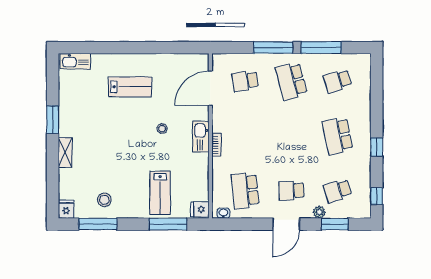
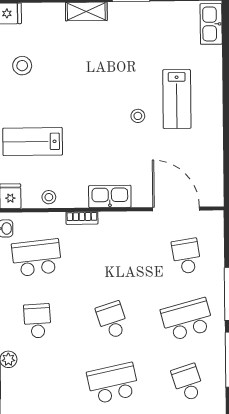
stool: (162, 129) -> (138, 116), moved
bookcase: (216, 145) -> (82, 218), moved
stool: (201, 181) -> (49, 197), added
school desk: (338, 191) -> (112, 320), moved

